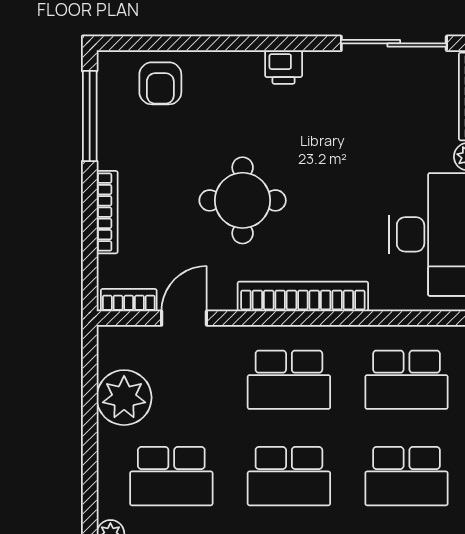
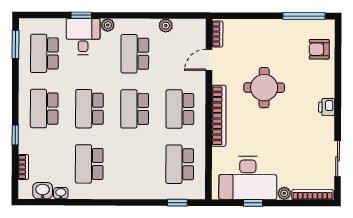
sliding door: (394, 43) -> (338, 159), width x0.73
bookcase: (107, 212) -> (259, 24), removed
door: (184, 318) -> (209, 60), swing flipped
plant: (124, 398) -> (166, 26), width x0.53, depth x0.53
school desk: (406, 476) -> (134, 164), removed

